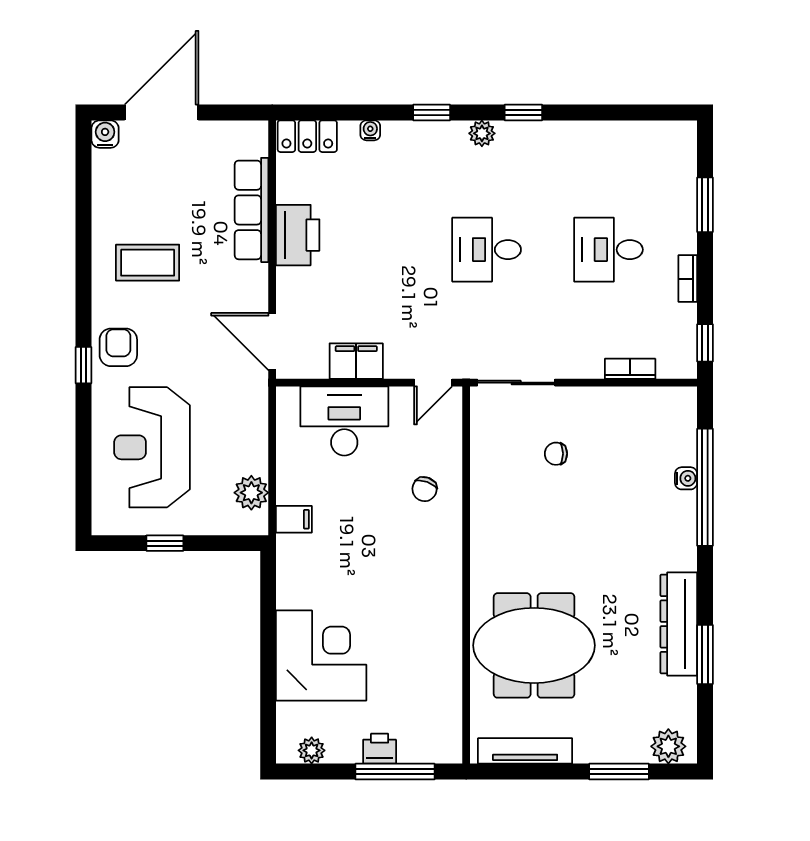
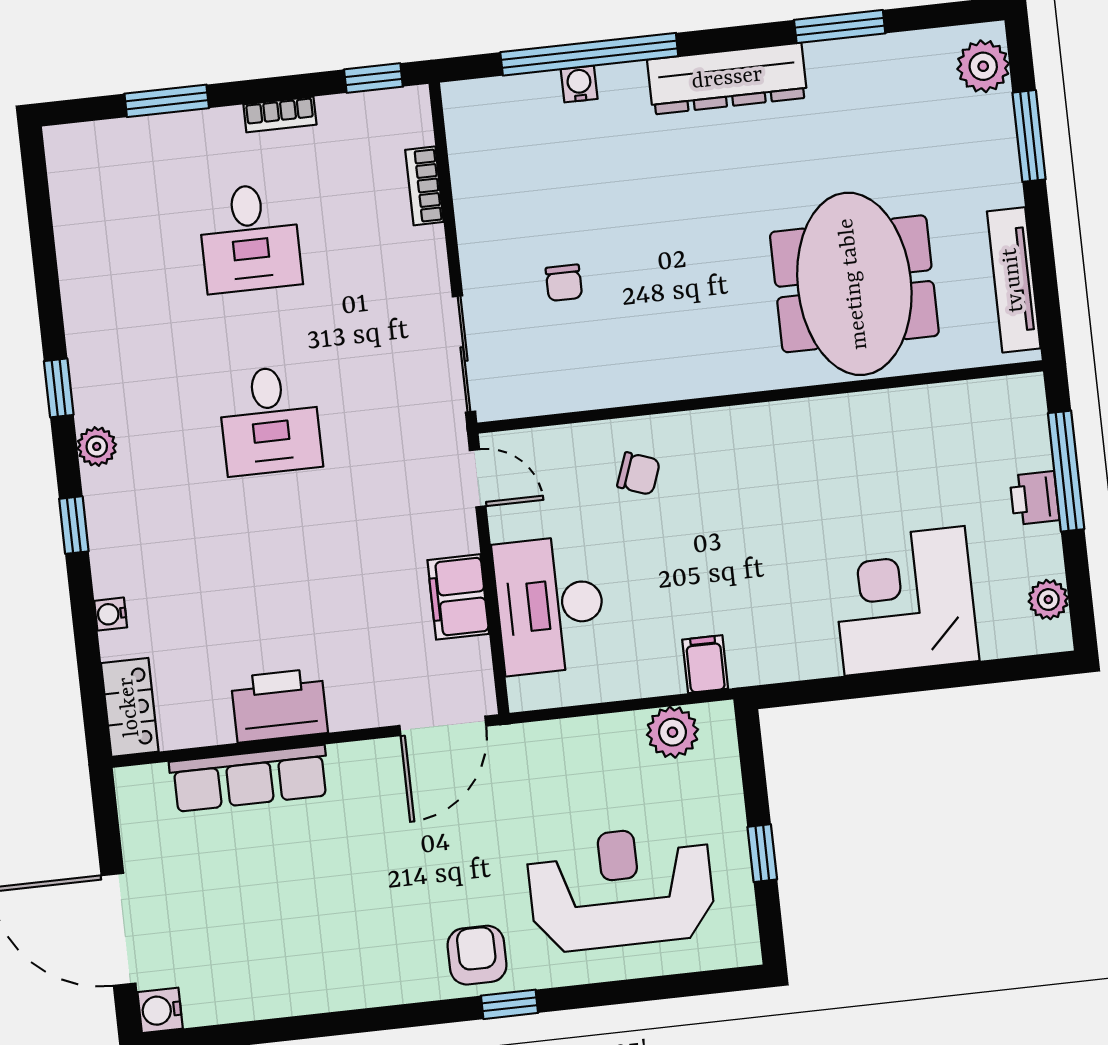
coffee table: (148, 263) -> (345, 925), removed
armchair: (118, 347) -> (477, 955), turned 90
reception desk: (152, 447) -> (621, 888), turned 180
dresser: (679, 624) -> (727, 79), moved

